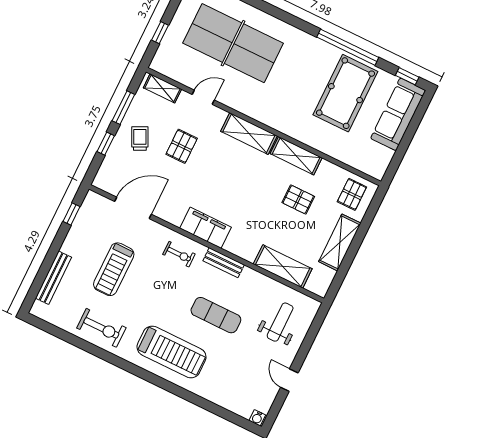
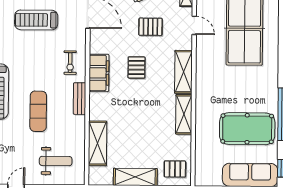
pallet: (298, 200) -> (136, 67), moved

